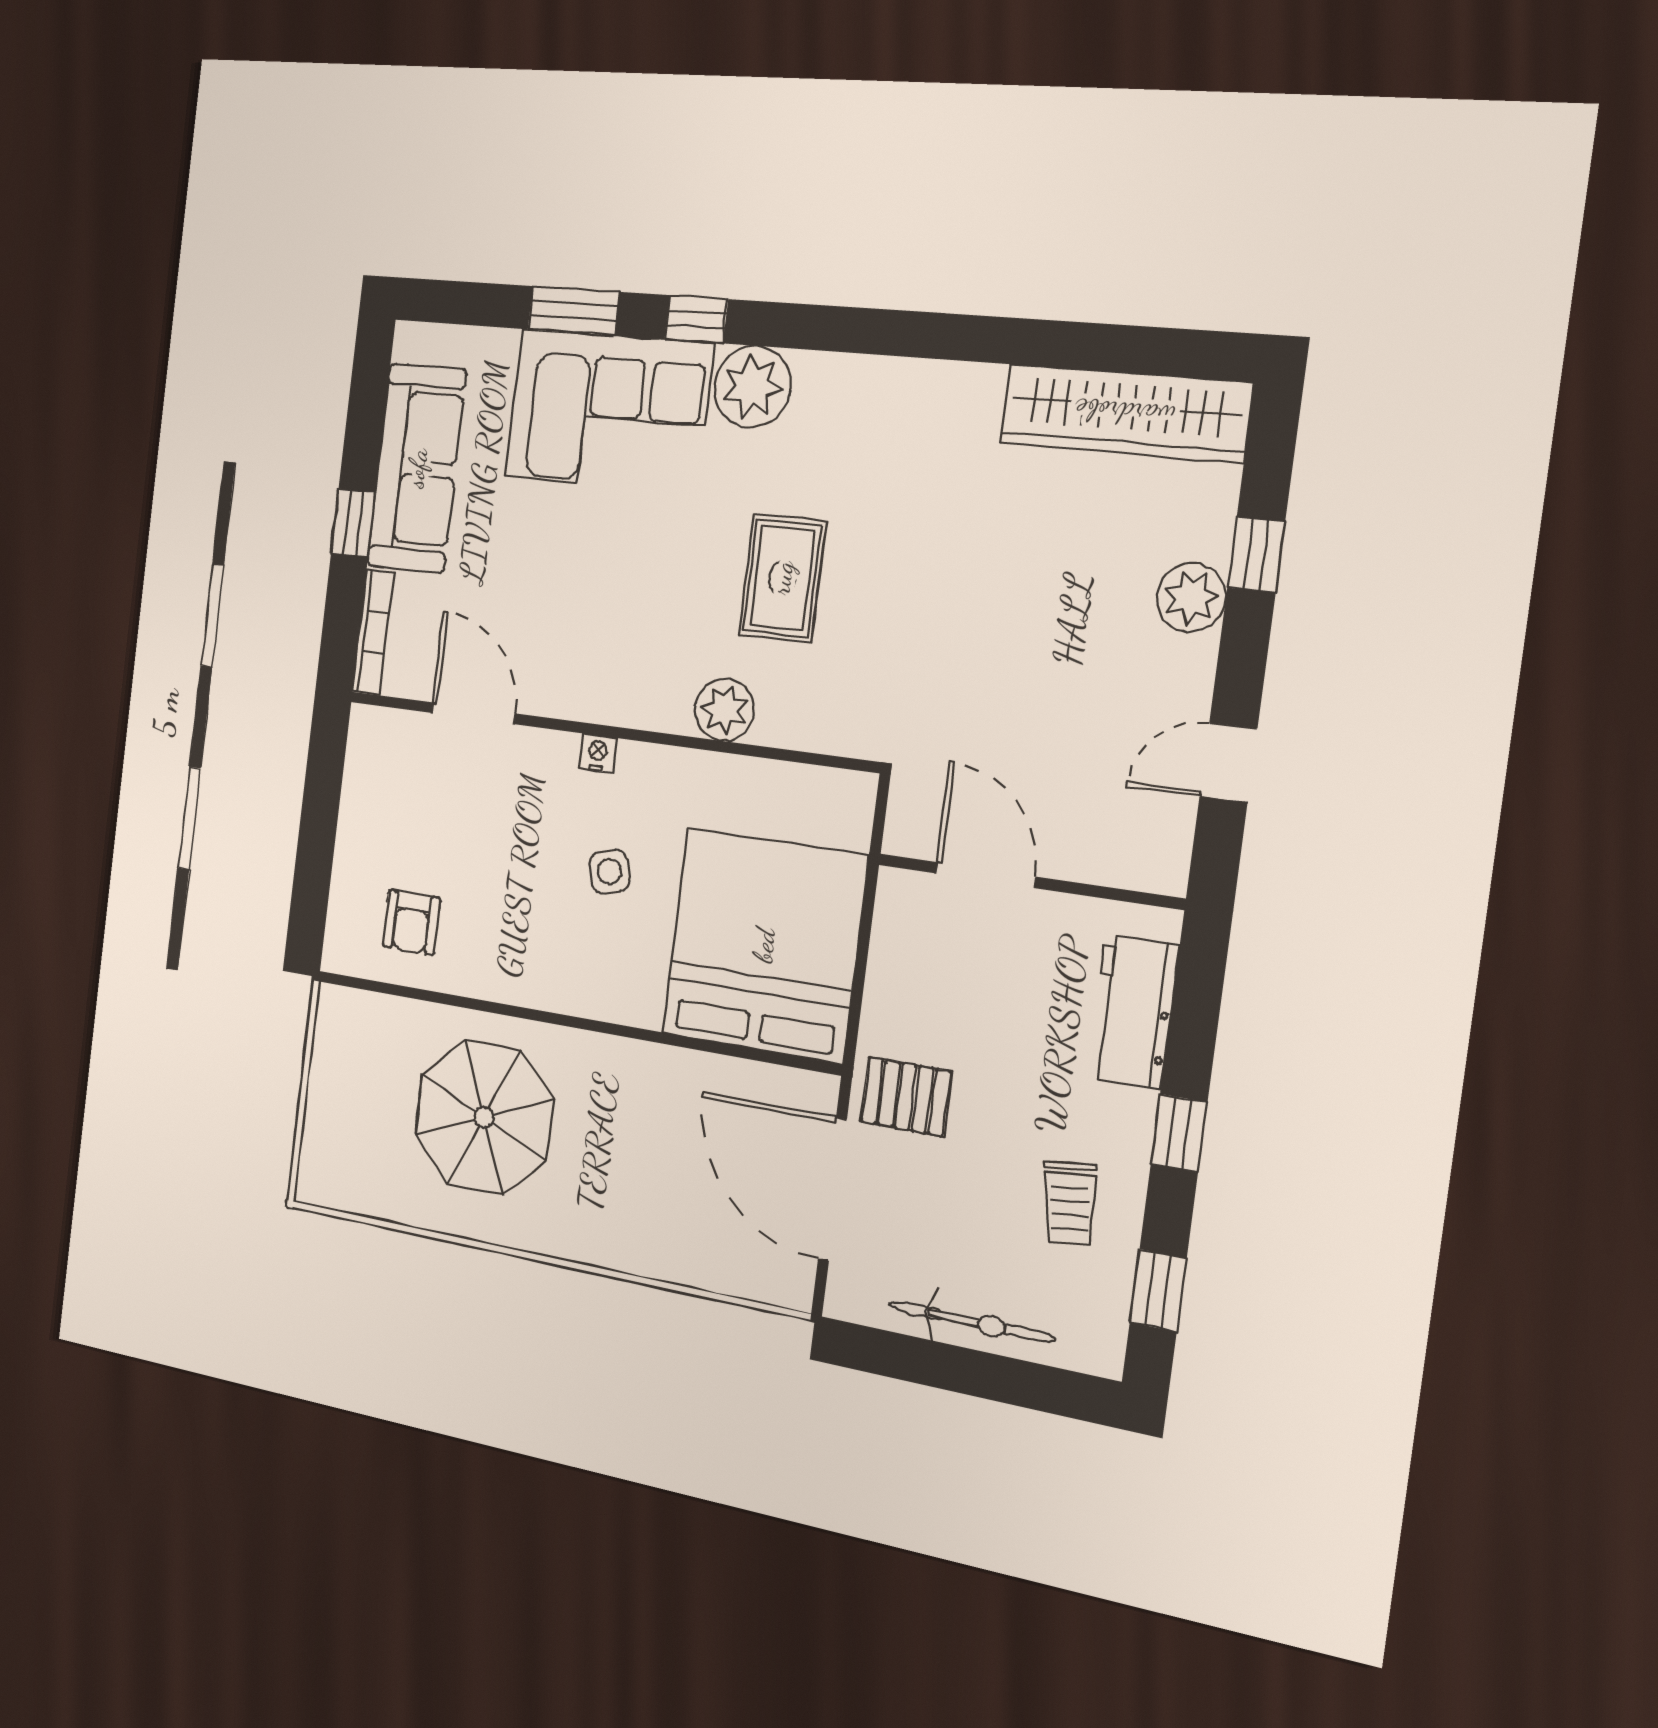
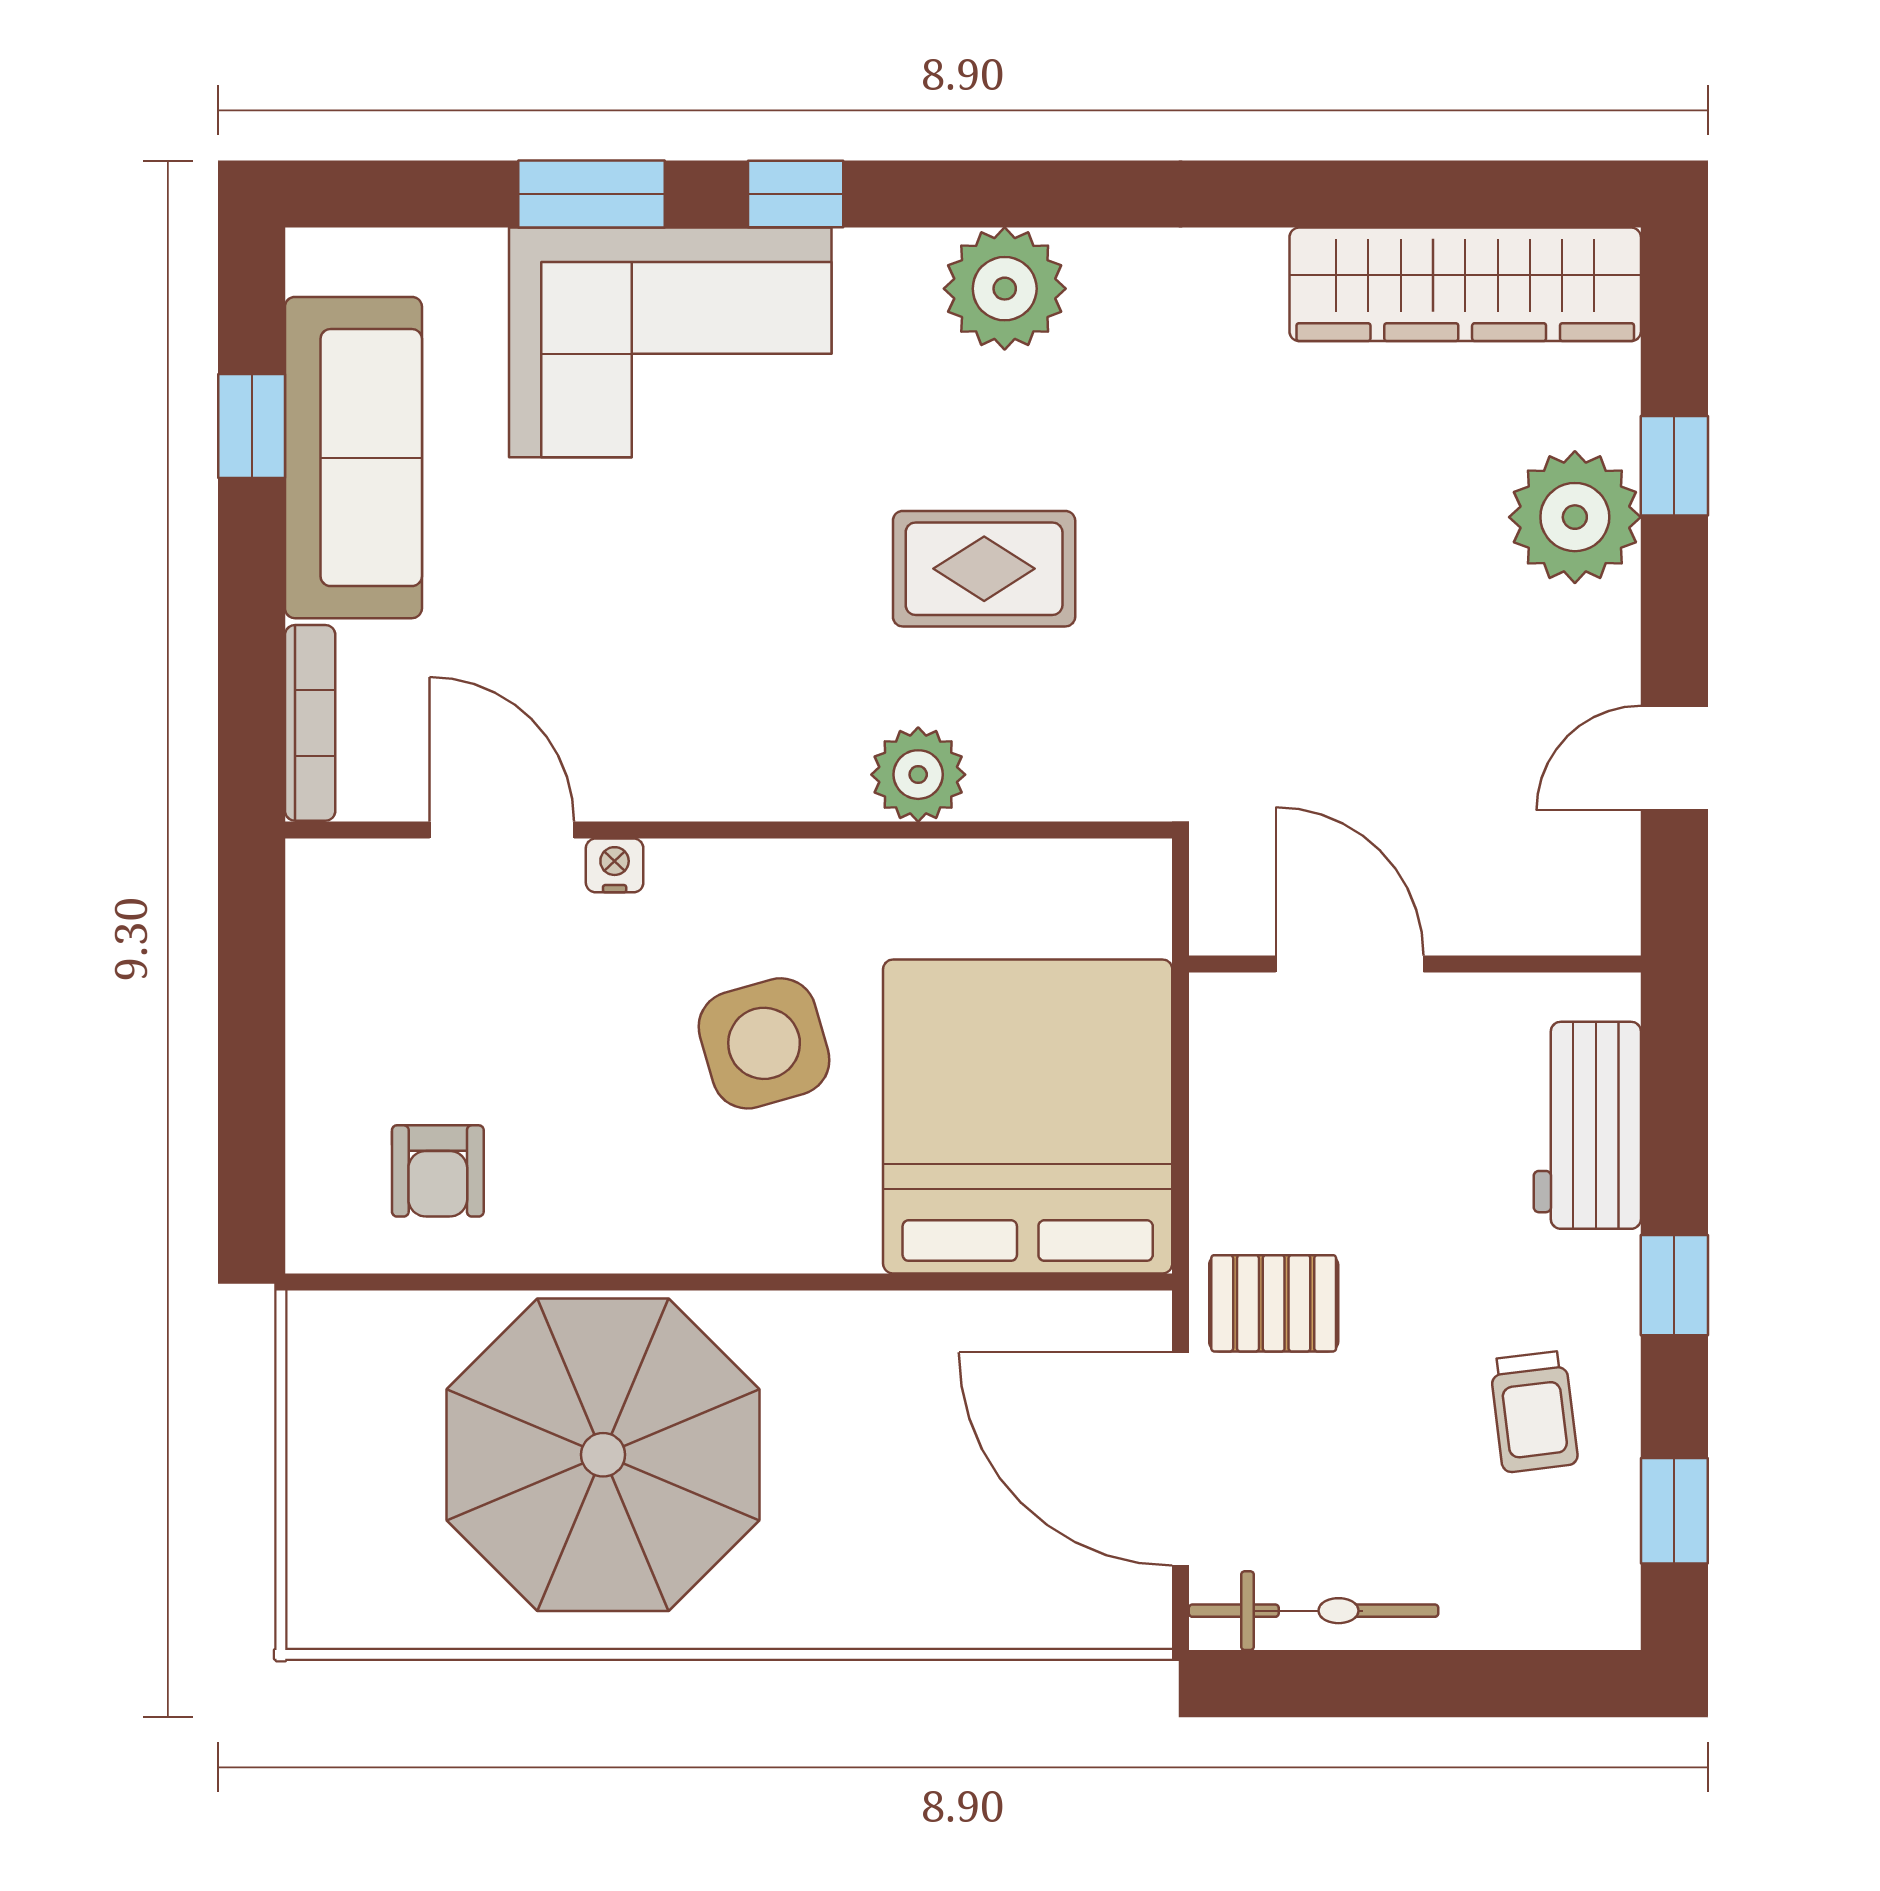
plant: (752, 387) -> (1005, 289), moved
window: (353, 523) -> (252, 426), moved
rug: (782, 578) -> (984, 569), turned 90
plant: (1191, 598) -> (1575, 517), width x1.36, depth x1.36
nightstand: (598, 753) -> (615, 865), moved
side table: (610, 872) -> (764, 1043), width x1.87, depth x1.87
parasol: (484, 1117) -> (603, 1455), width x1.36, depth x1.36
bicycle: (971, 1322) -> (1314, 1611), moved

